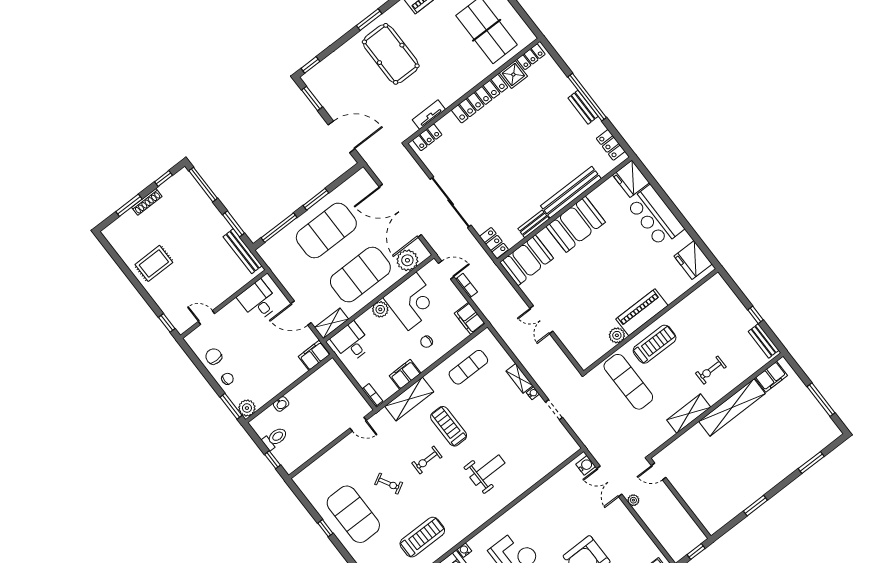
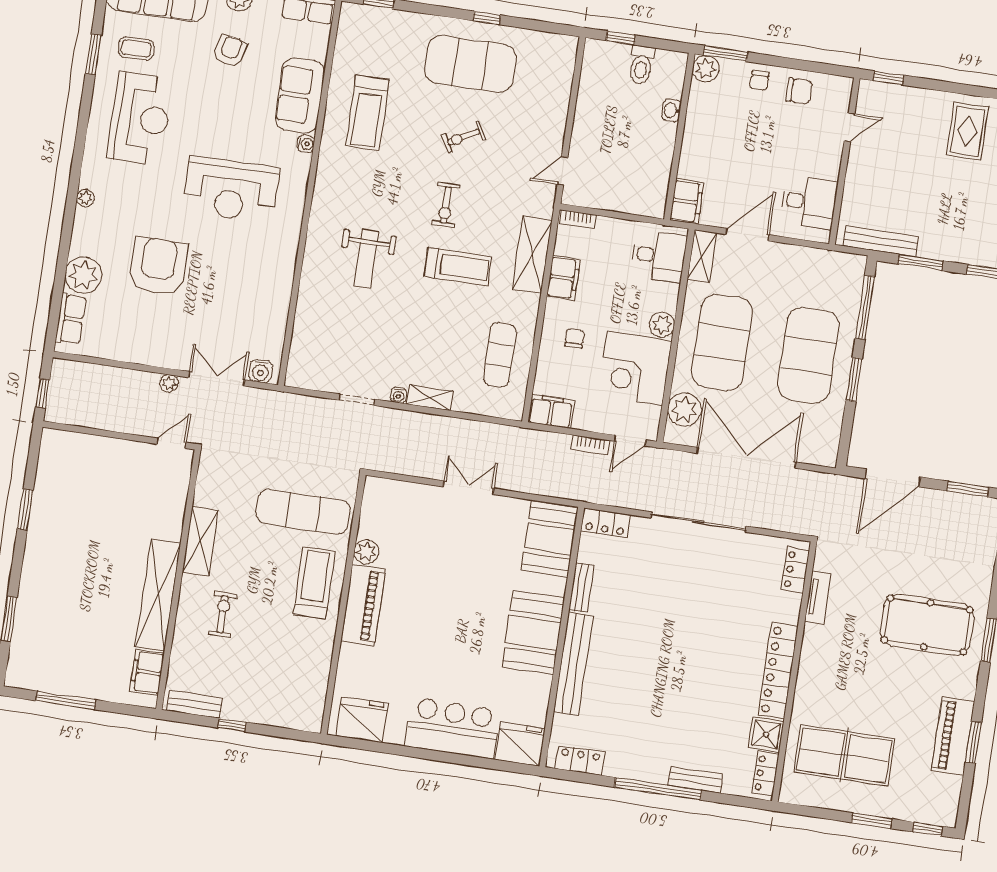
bench: (583, 107) -> (695, 779), moved
treadmill: (655, 344) -> (314, 583), turned 180
exercise bike: (427, 460) -> (446, 205), turned 180

